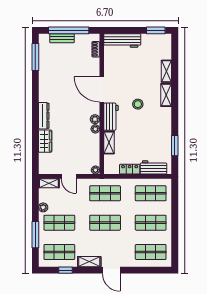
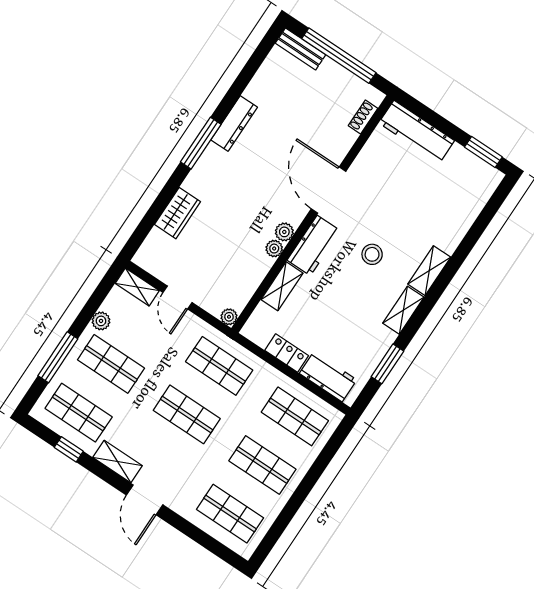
bench: (62, 38) -> (301, 49), moved
window: (35, 57) -> (201, 143), moved
shelving: (166, 71) -> (403, 310), moved
dresser: (44, 116) -> (234, 124), moved

